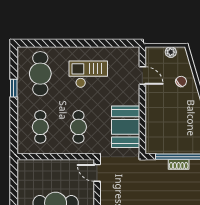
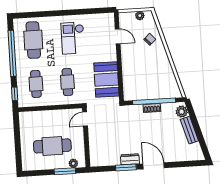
checkout: (88, 74) -> (73, 38), turned -90
window: (14, 88) -> (12, 53), width x3.17
window: (14, 137) -> (15, 94), added
door: (97, 173) -> (85, 119), hinge flipped

